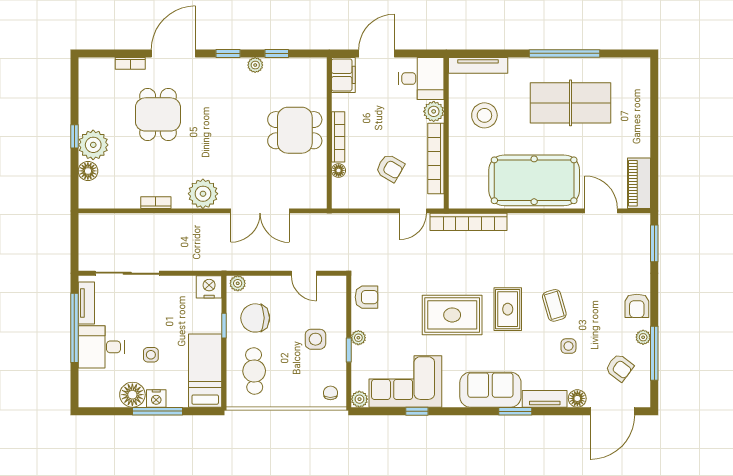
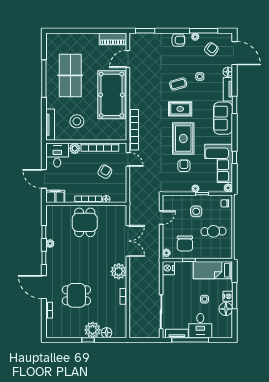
armchair: (366, 297) -> (184, 166), moved
cafe table: (254, 371) -> (214, 231), moved

